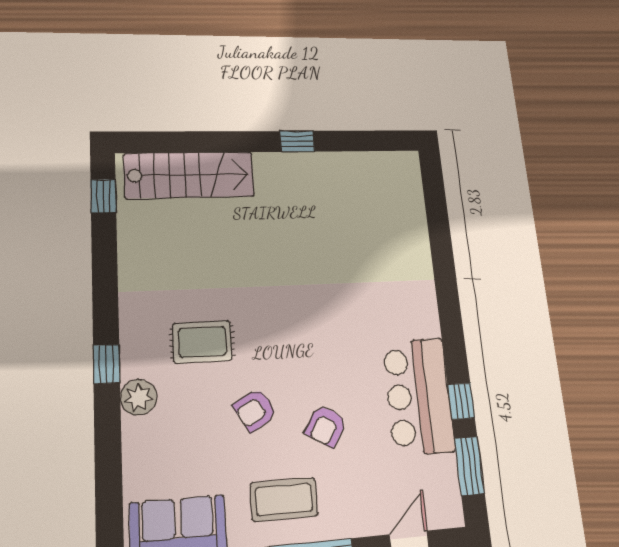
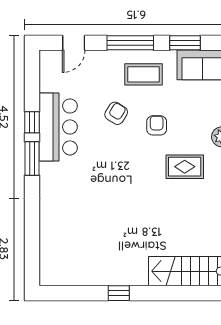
armchair: (255, 410) -> (157, 125), turned -59
window: (469, 466) -> (32, 158), moved

